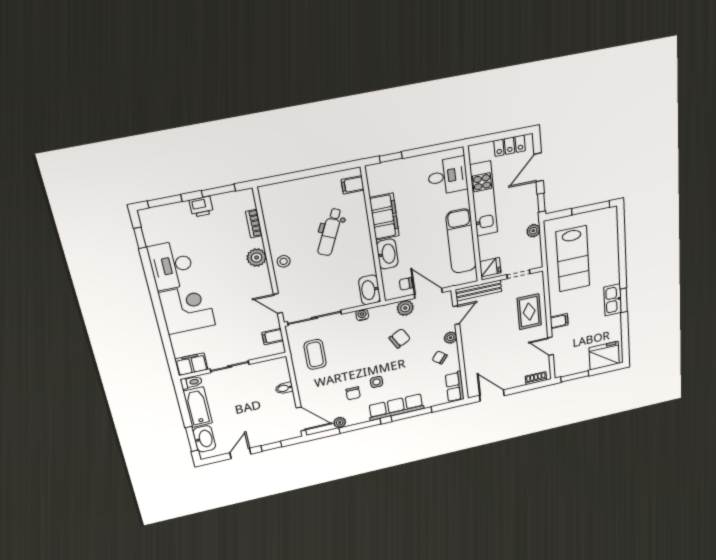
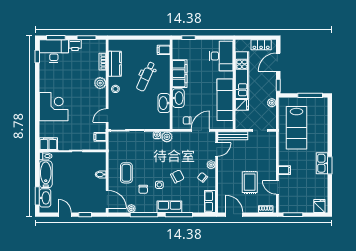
desk: (448, 176) -> (221, 56), width x1.37
kitchen counter: (275, 223) -> (115, 64), added
desk: (171, 265) -> (54, 51), moved, turned 90
fridge: (490, 267) -> (242, 105), moved
washbasin: (370, 290) -> (164, 103), moved
door: (428, 293) -> (200, 130), hinge flipped
door: (278, 303) -> (107, 116), hinge flipped
plant: (405, 308) -> (167, 137), moved
rug: (529, 312) -> (250, 182), moved
chair: (400, 338) -> (177, 176), moved
coffee table: (315, 354) -> (126, 173), moved
fridge: (604, 356) -> (319, 206), width x0.53, depth x0.75
row of seats: (396, 407) -> (169, 207), width x0.68
door: (240, 453) -> (65, 215), hinge flipped

